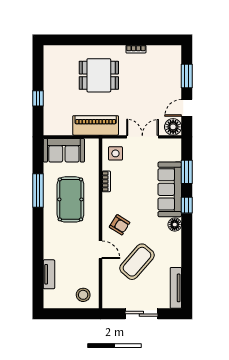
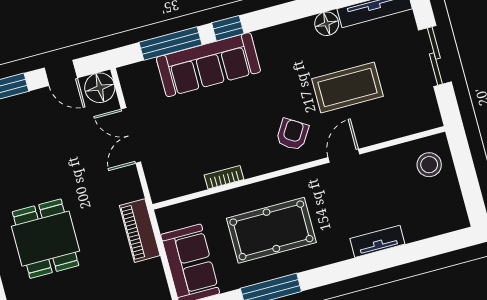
piano: (96, 125) -> (140, 231), width x0.73, depth x0.75
side table: (115, 153) -> (172, 174), removed
window: (187, 172) -> (171, 44), width x1.44
floor lamp: (175, 225) -> (327, 24), moved
coffee table: (137, 262) -> (348, 87), turned -41
tv unit: (49, 274) -> (377, 241), moved

